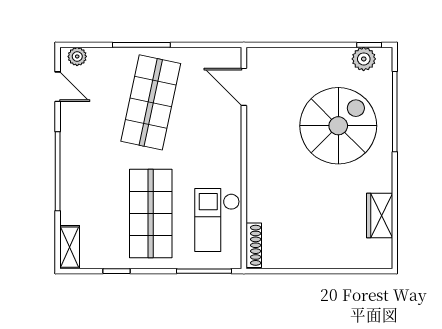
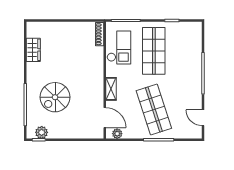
plant: (77, 56) -> (117, 134), moved
shop shelf: (151, 102) -> (154, 109), turned -30
spiral stairs: (338, 126) -> (55, 97), width x0.73, depth x0.73
shelving: (70, 247) -> (111, 89), moved

